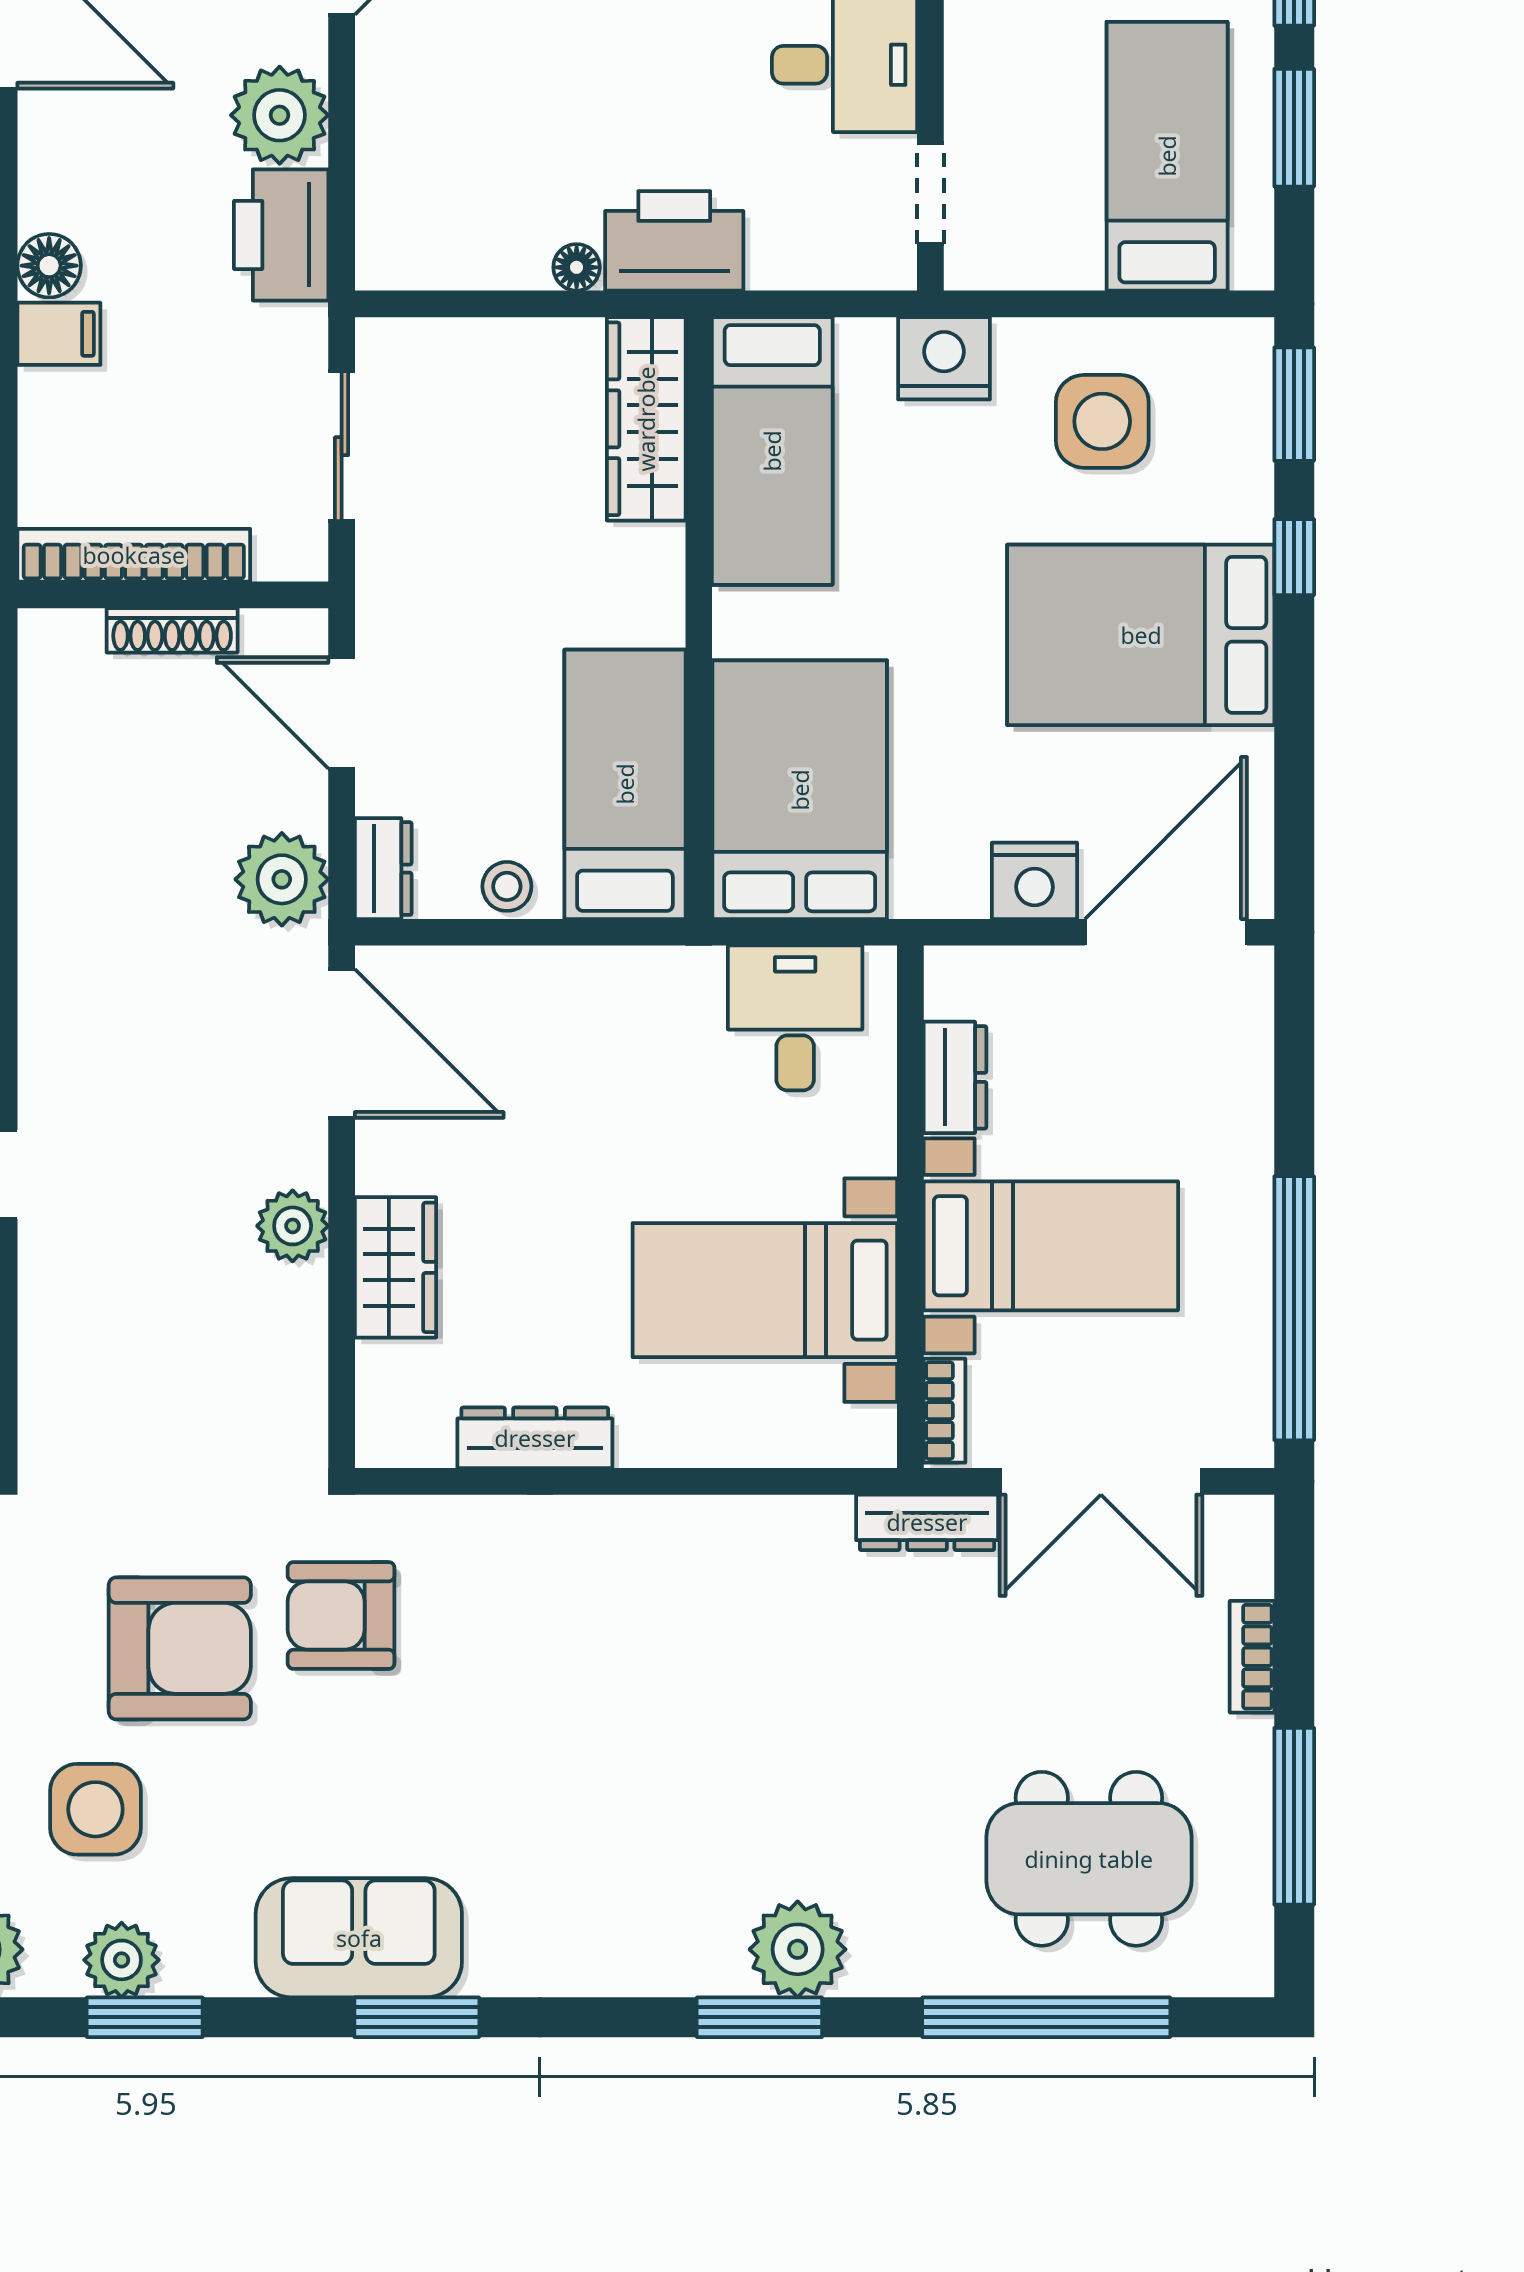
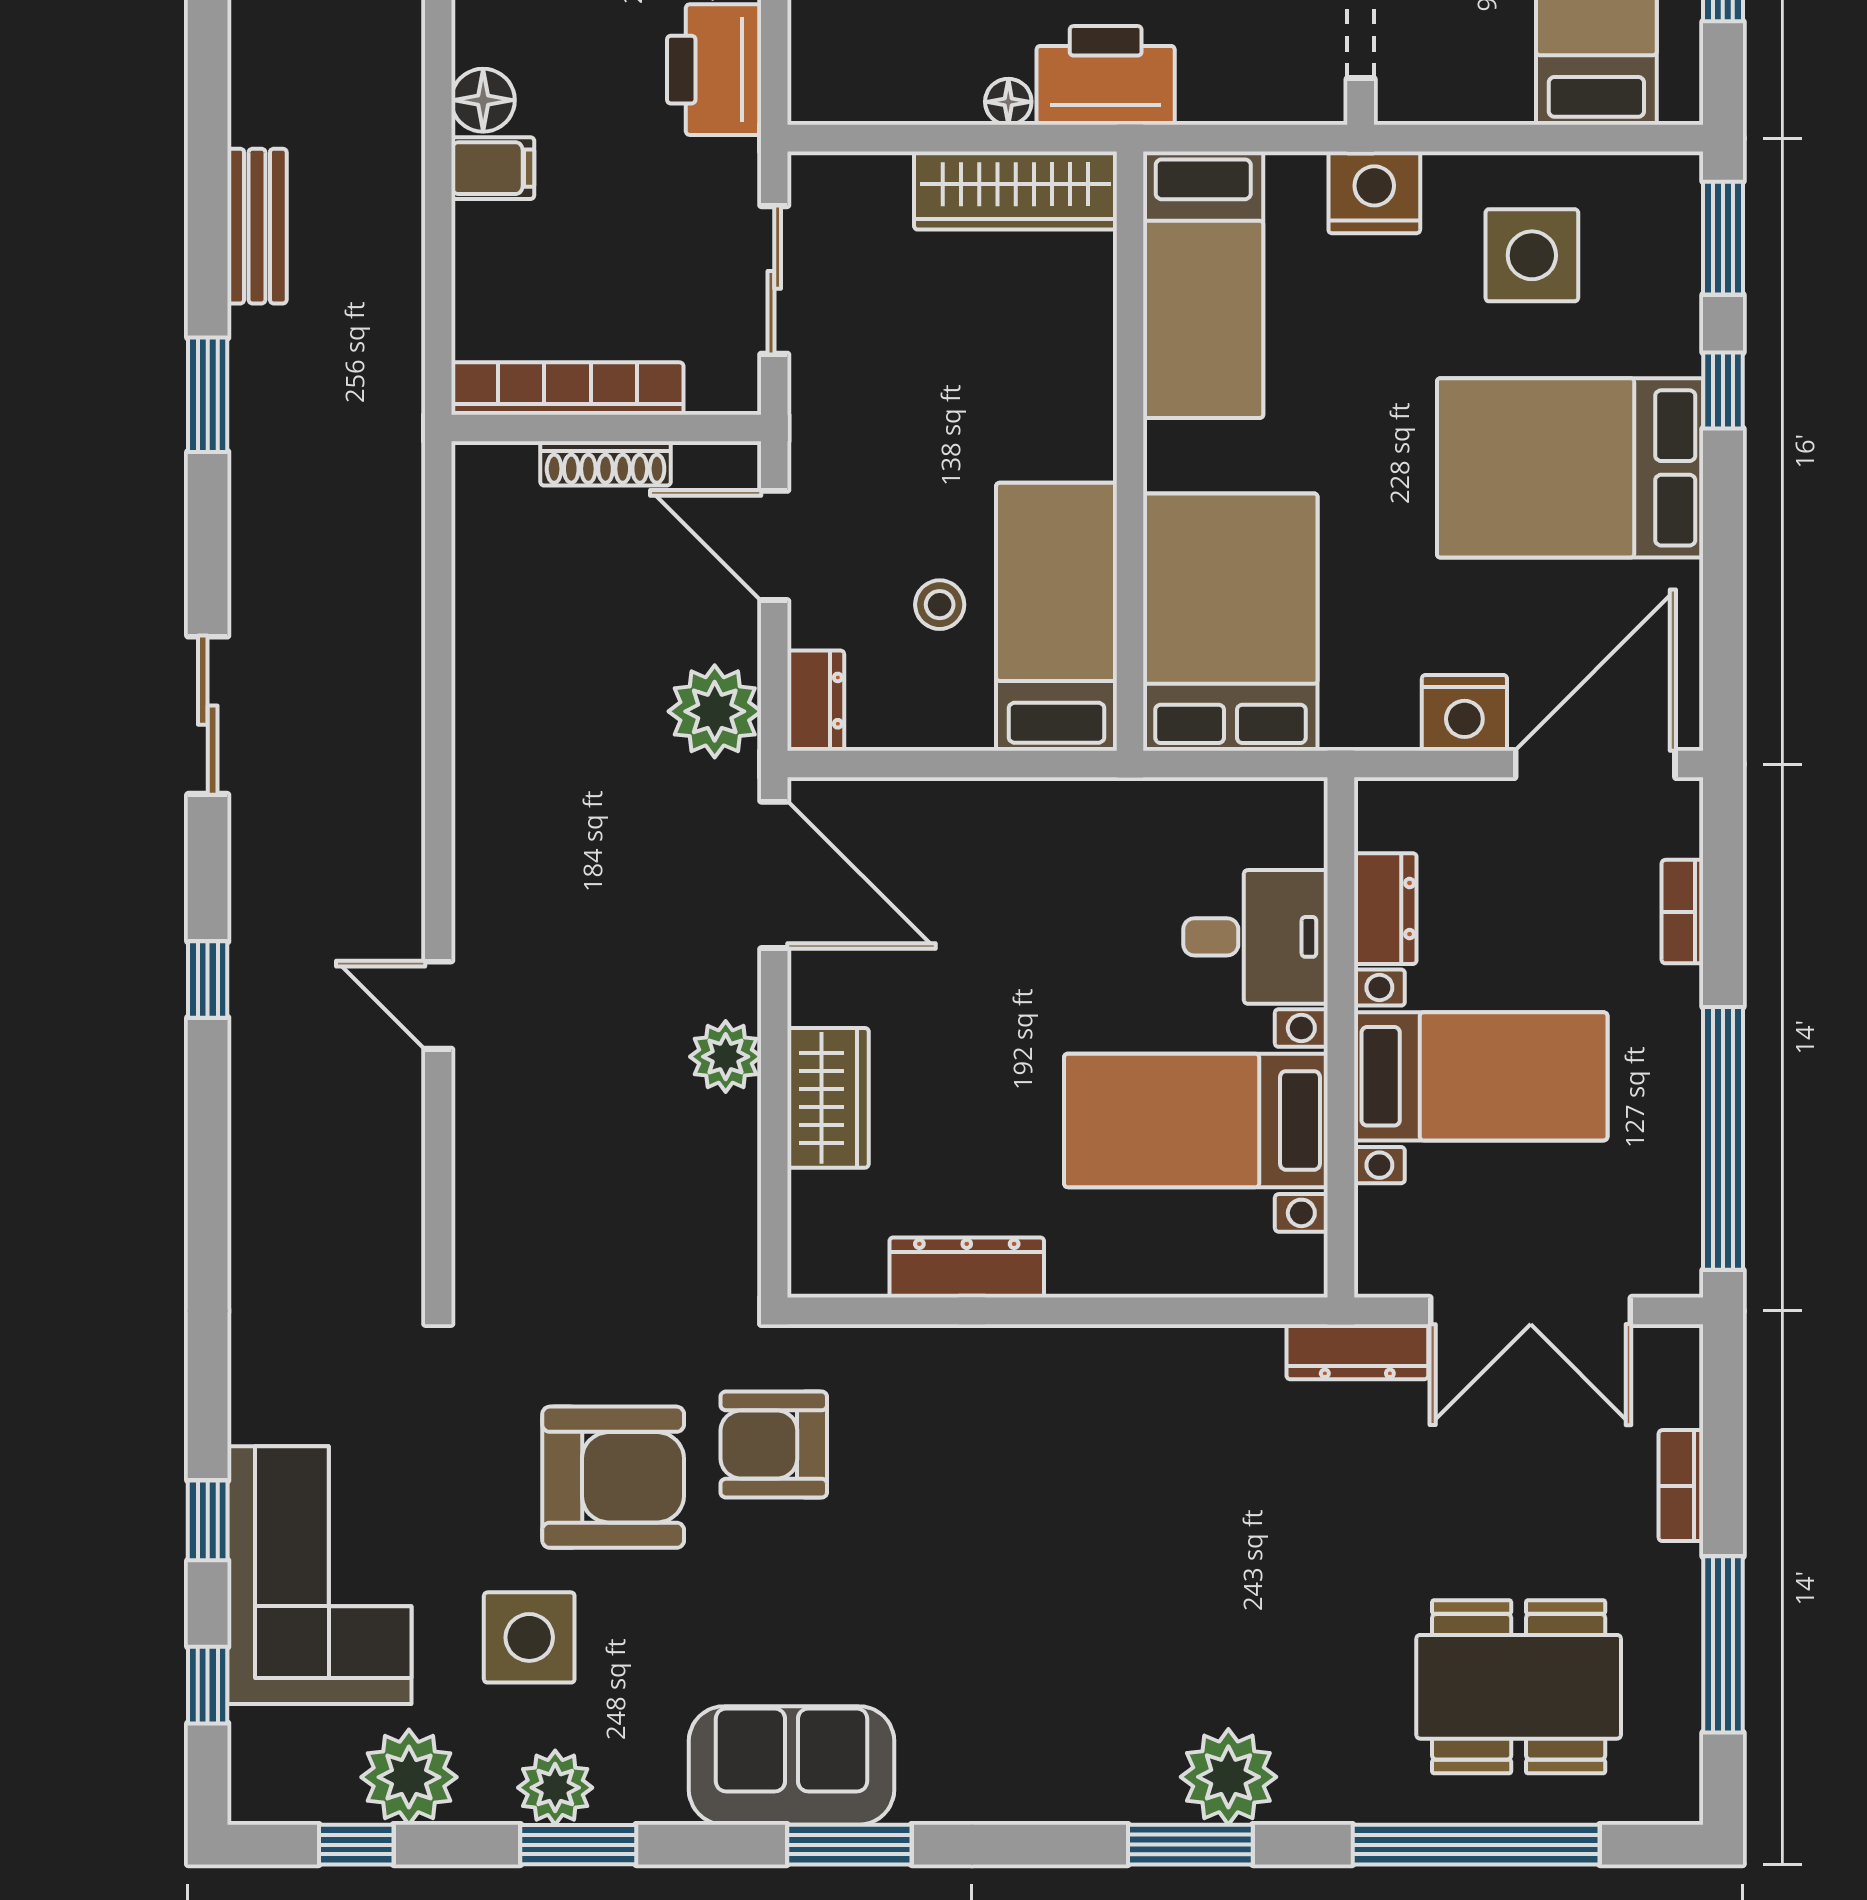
wardrobe: (646, 419) -> (1016, 191), moved, turned -90
stool: (507, 886) -> (940, 605), moved
desk: (795, 1018) -> (1256, 937), moved, turned 90
bookcase: (945, 1411) -> (1682, 912), moved, turned 180

